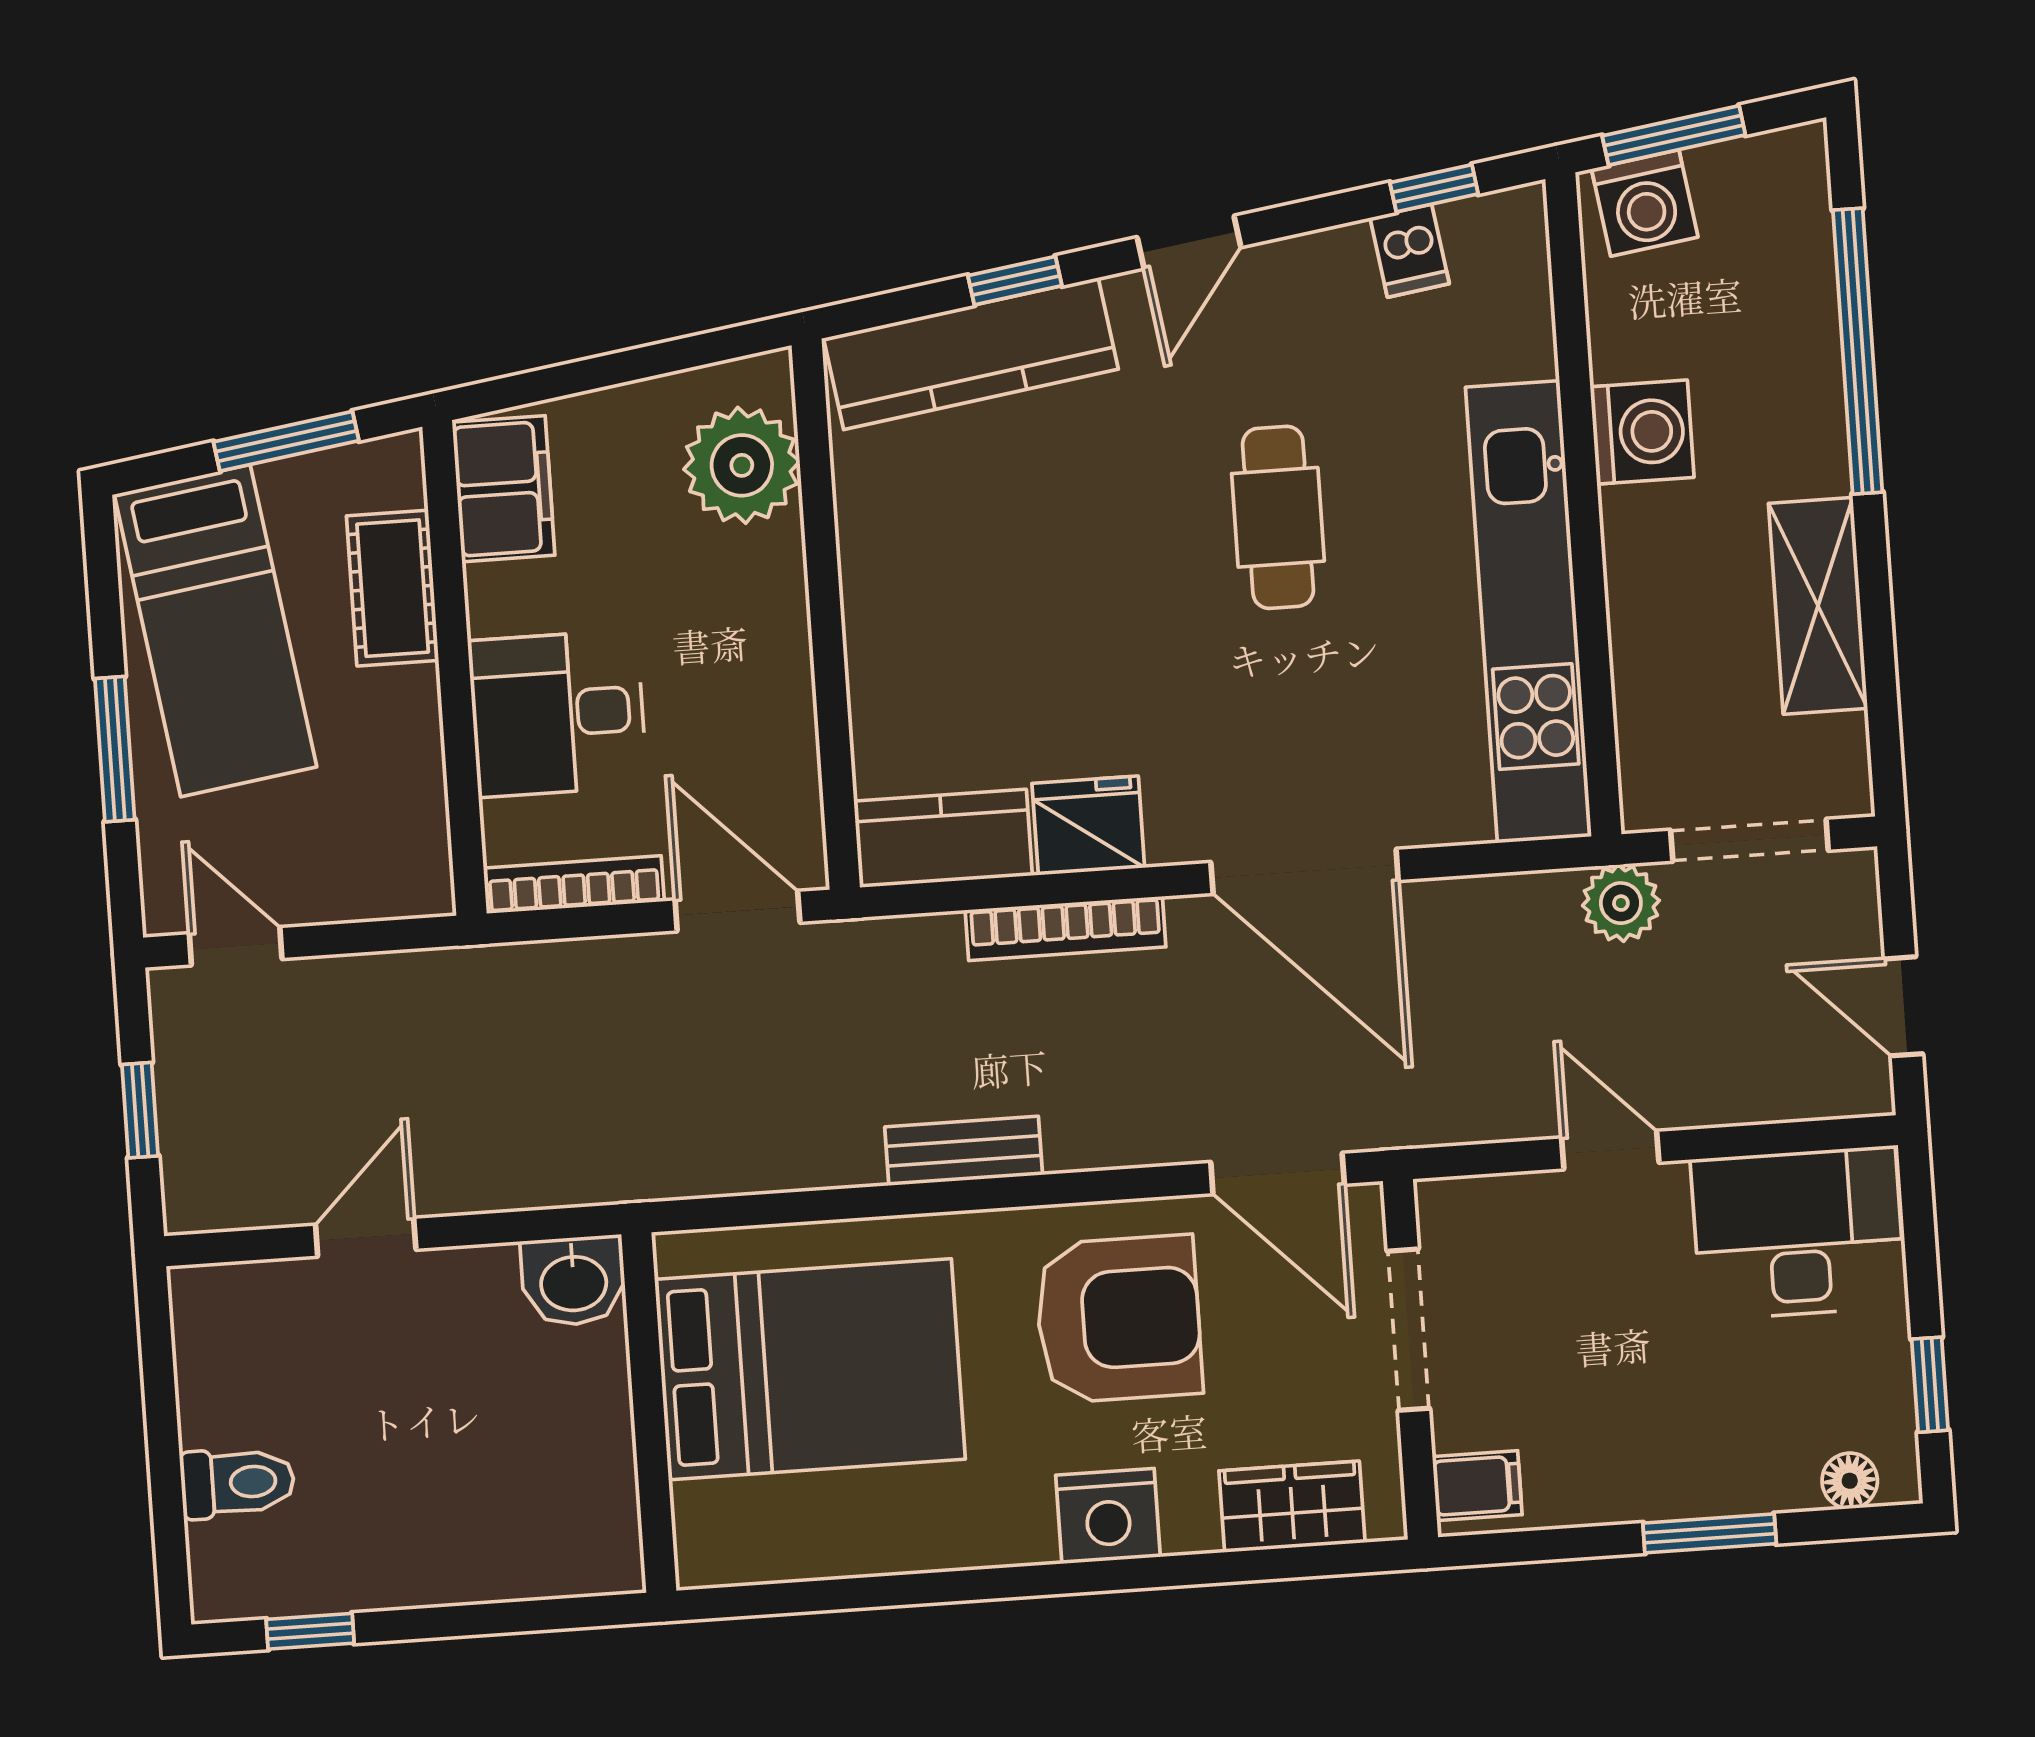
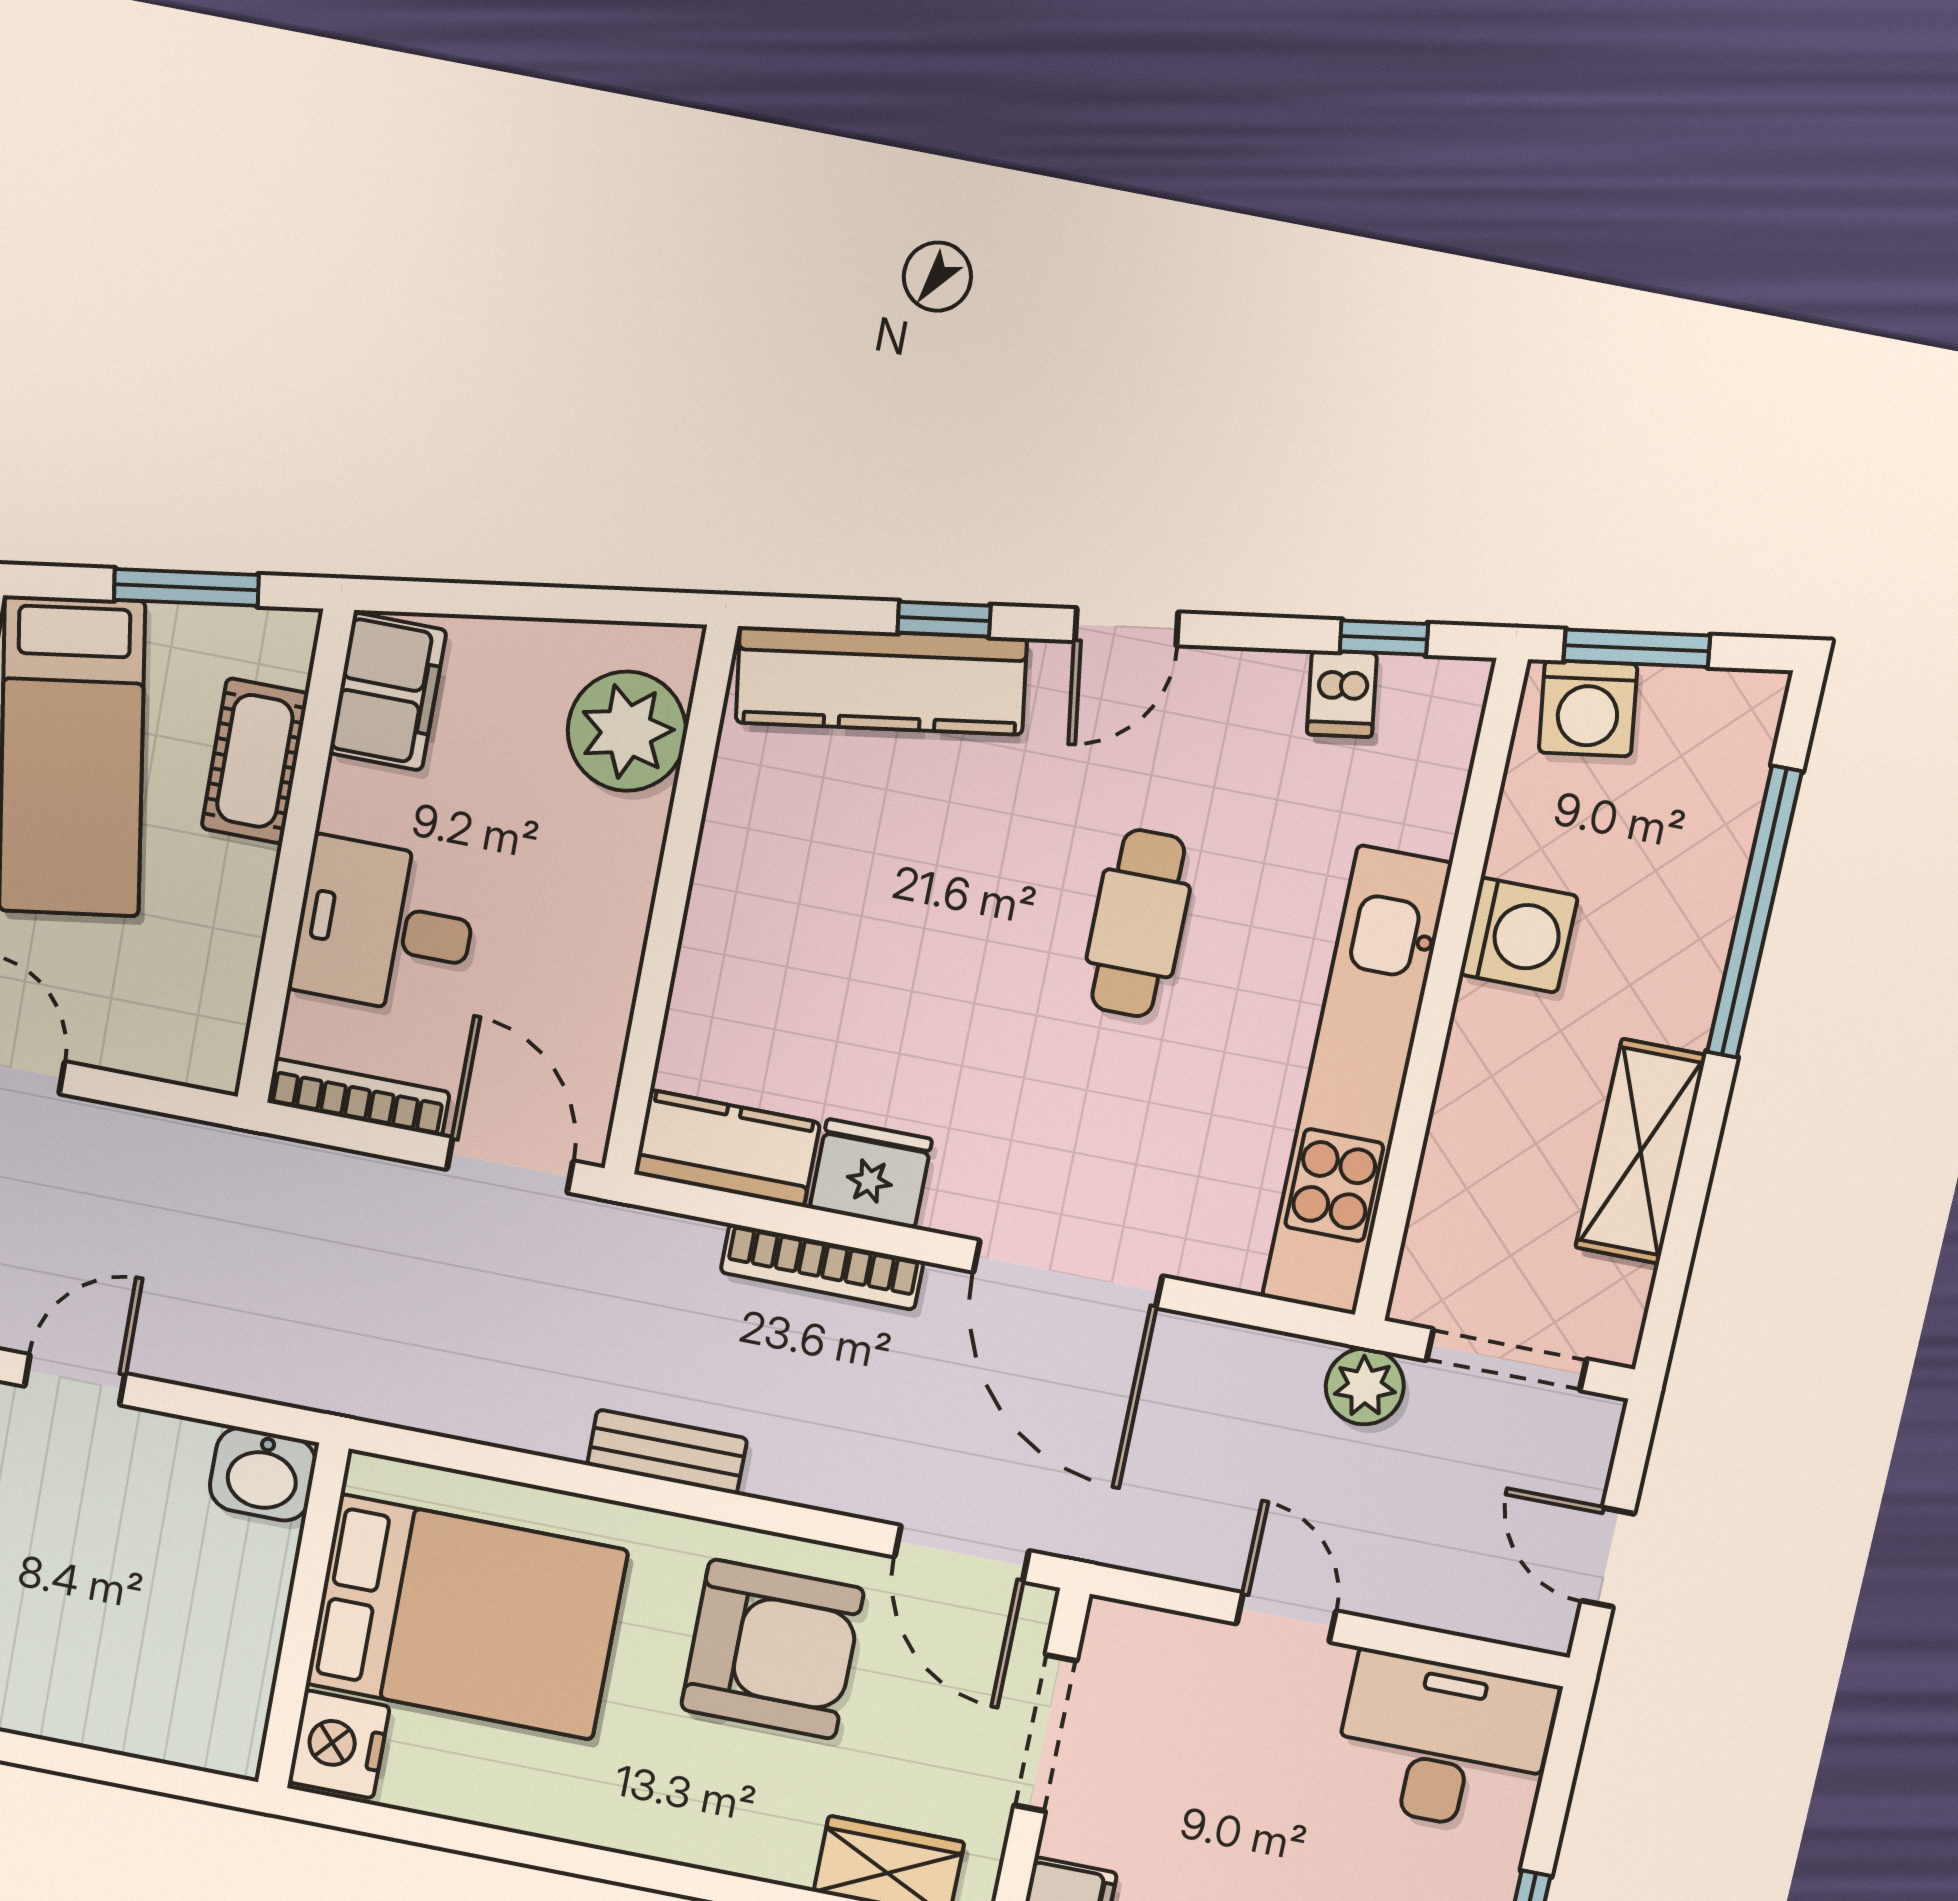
nightstand: (1108, 1516) -> (339, 1744), moved, turned 90

